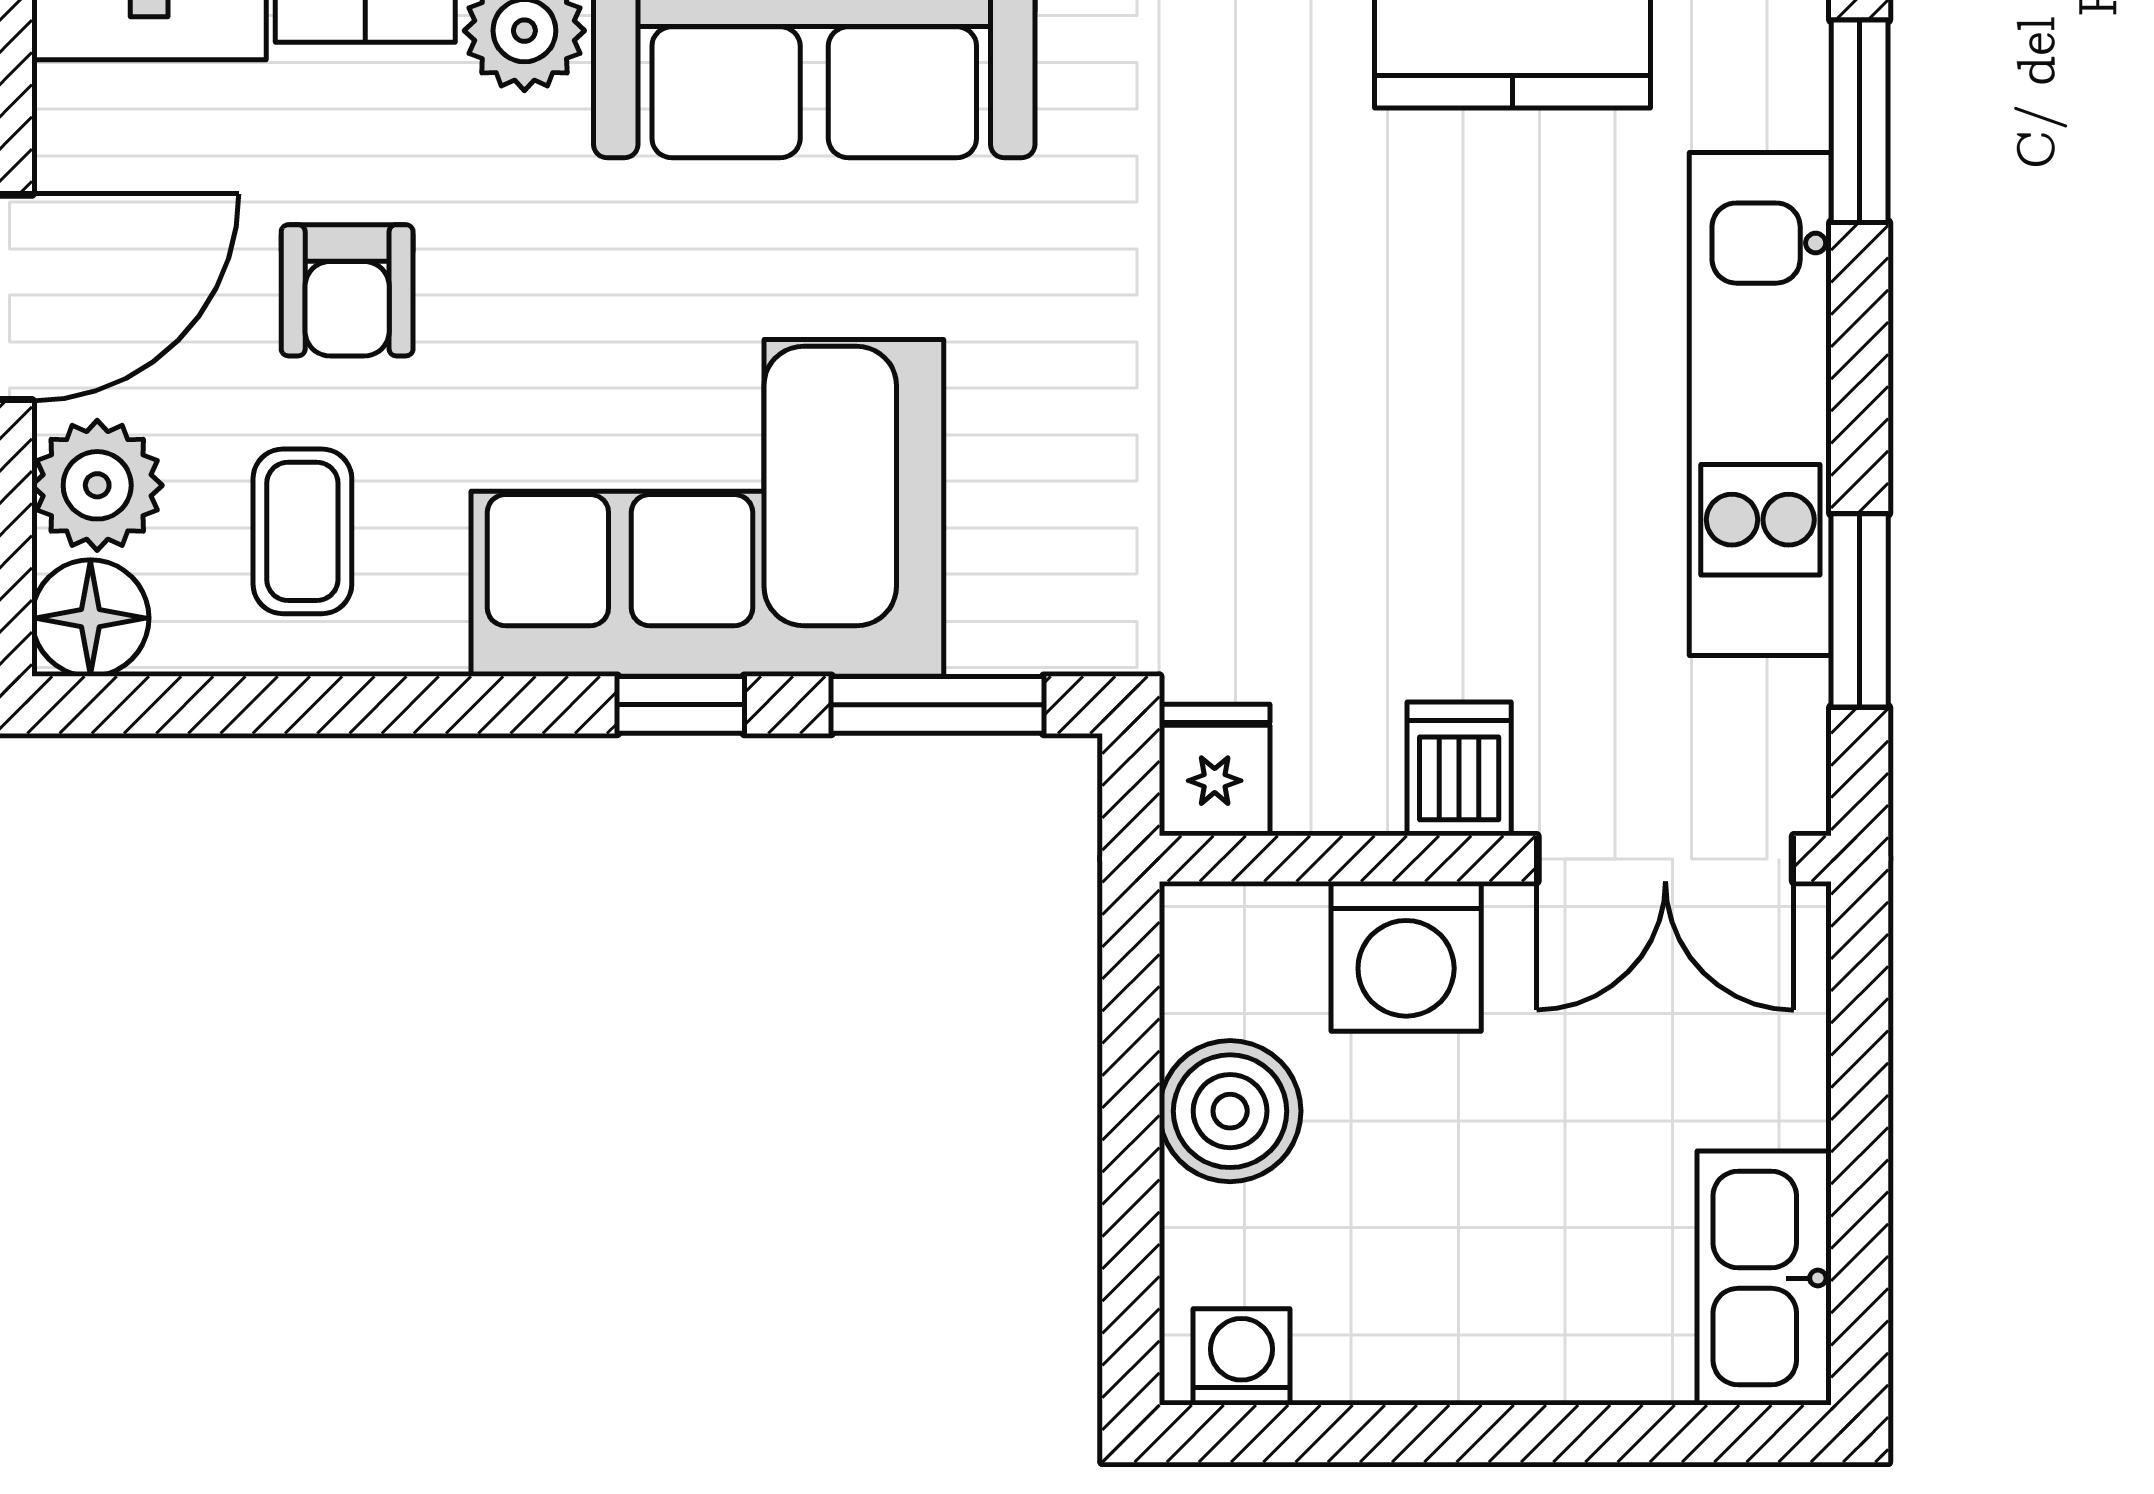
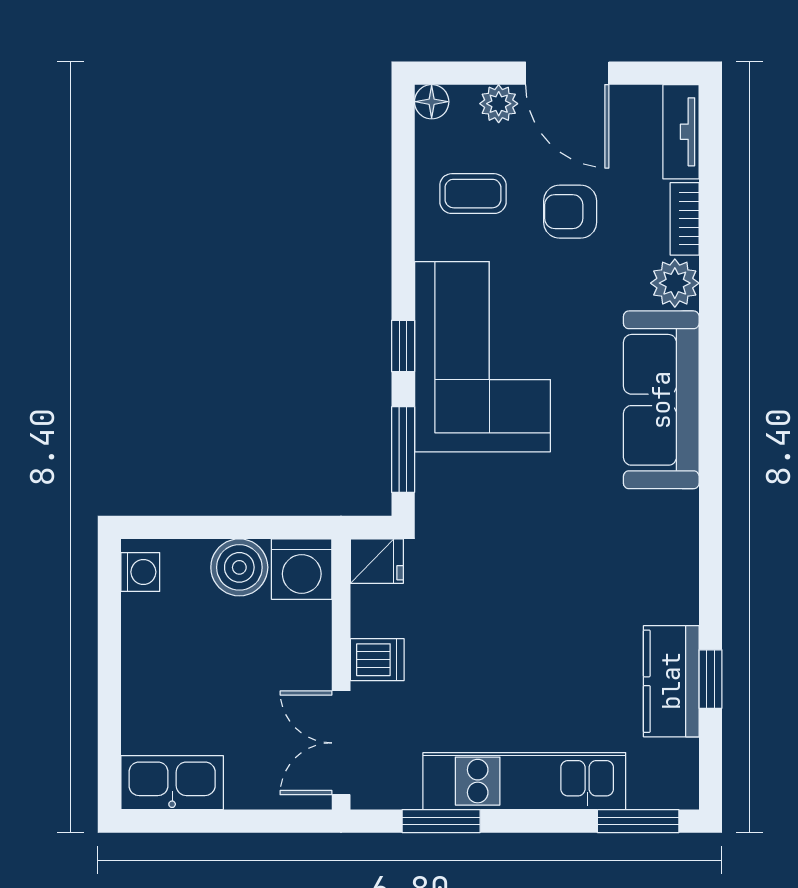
plant: (97, 485) -> (499, 104), width x0.73, depth x0.73
floor lamp: (90, 618) -> (432, 102), width x0.73, depth x0.73
washing machine: (1406, 956) -> (302, 569), moved, turned -90

